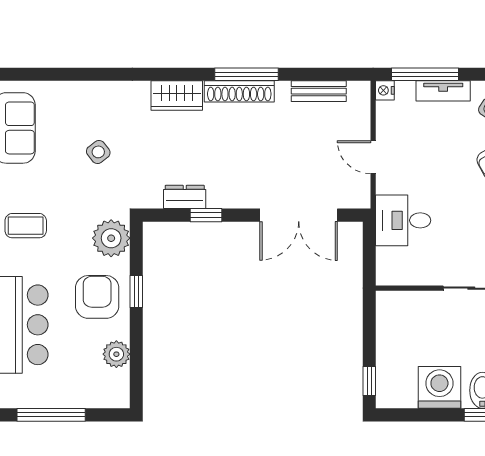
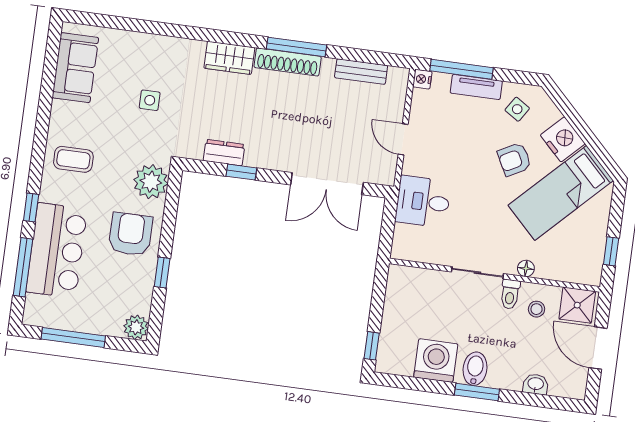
side table: (98, 152) -> (150, 100), turned 38
window: (136, 291) -> (162, 272), moved
plant: (116, 354) -> (136, 327), moved

